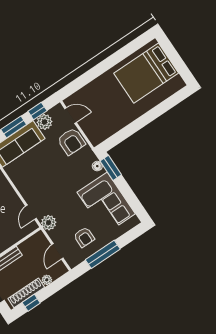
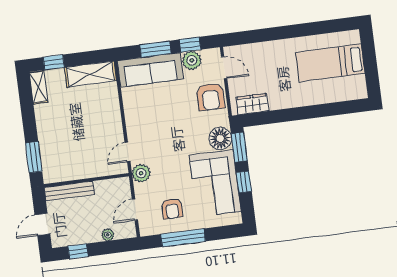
bed: (146, 73) -> (330, 63), width x0.67
wardrobe: (105, 132) -> (252, 104), added
floor lamp: (97, 166) -> (220, 138), width x1.89, depth x1.89
window: (127, 192) -> (244, 182), added
shoe rack: (26, 293) -> (78, 238), removed

